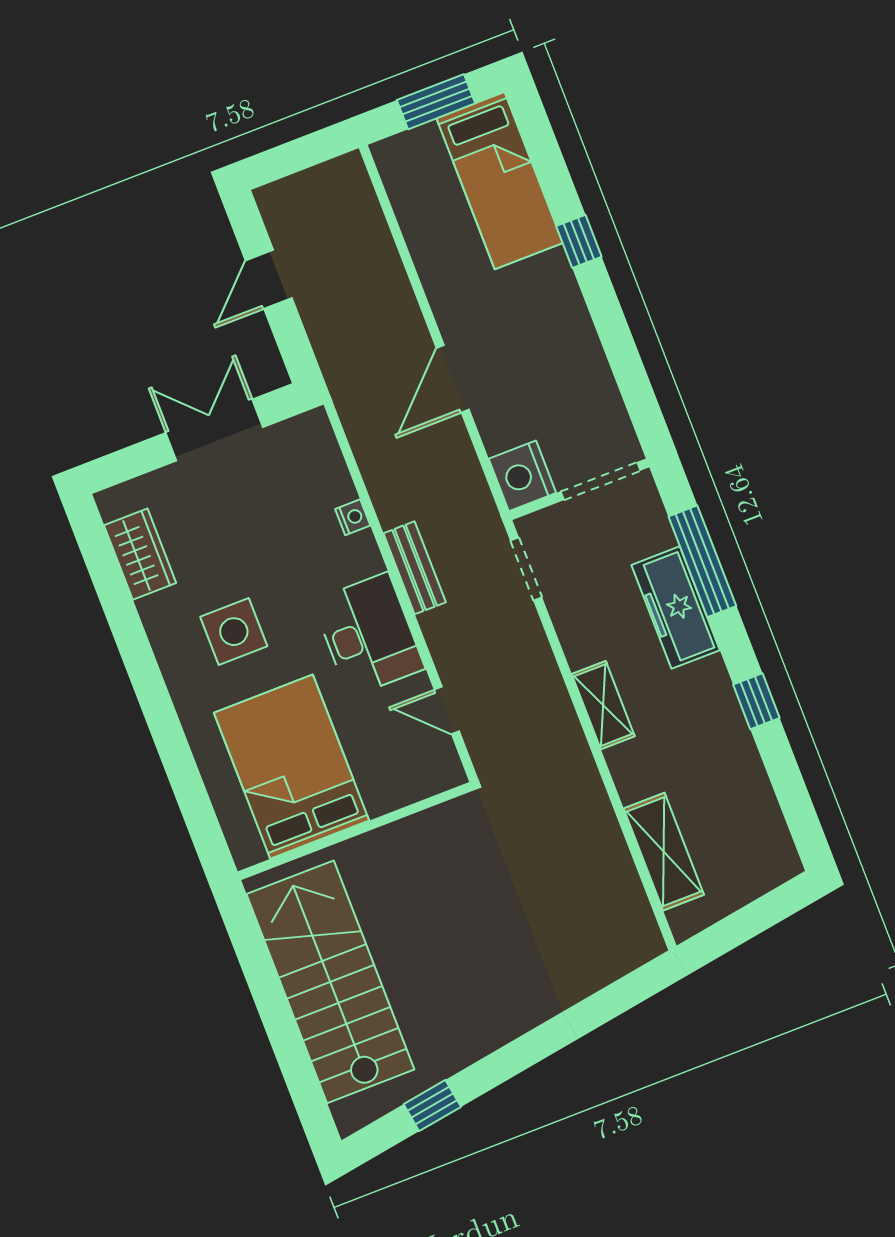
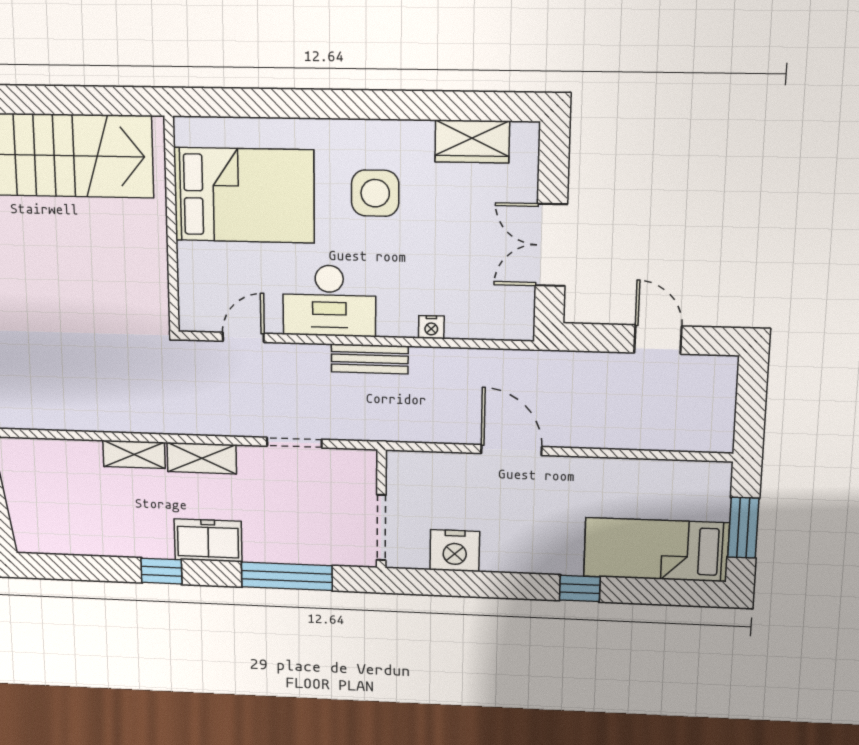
double door: (214, 430) -> (551, 245), swing flipped
nightstand: (522, 476) -> (455, 551), moved, turned 180
doorway: (526, 569) -> (294, 443), moved
freezer: (676, 608) -> (208, 540), moved, width x0.71
shelving: (664, 852) -> (134, 454), moved, width x0.67, depth x0.75

